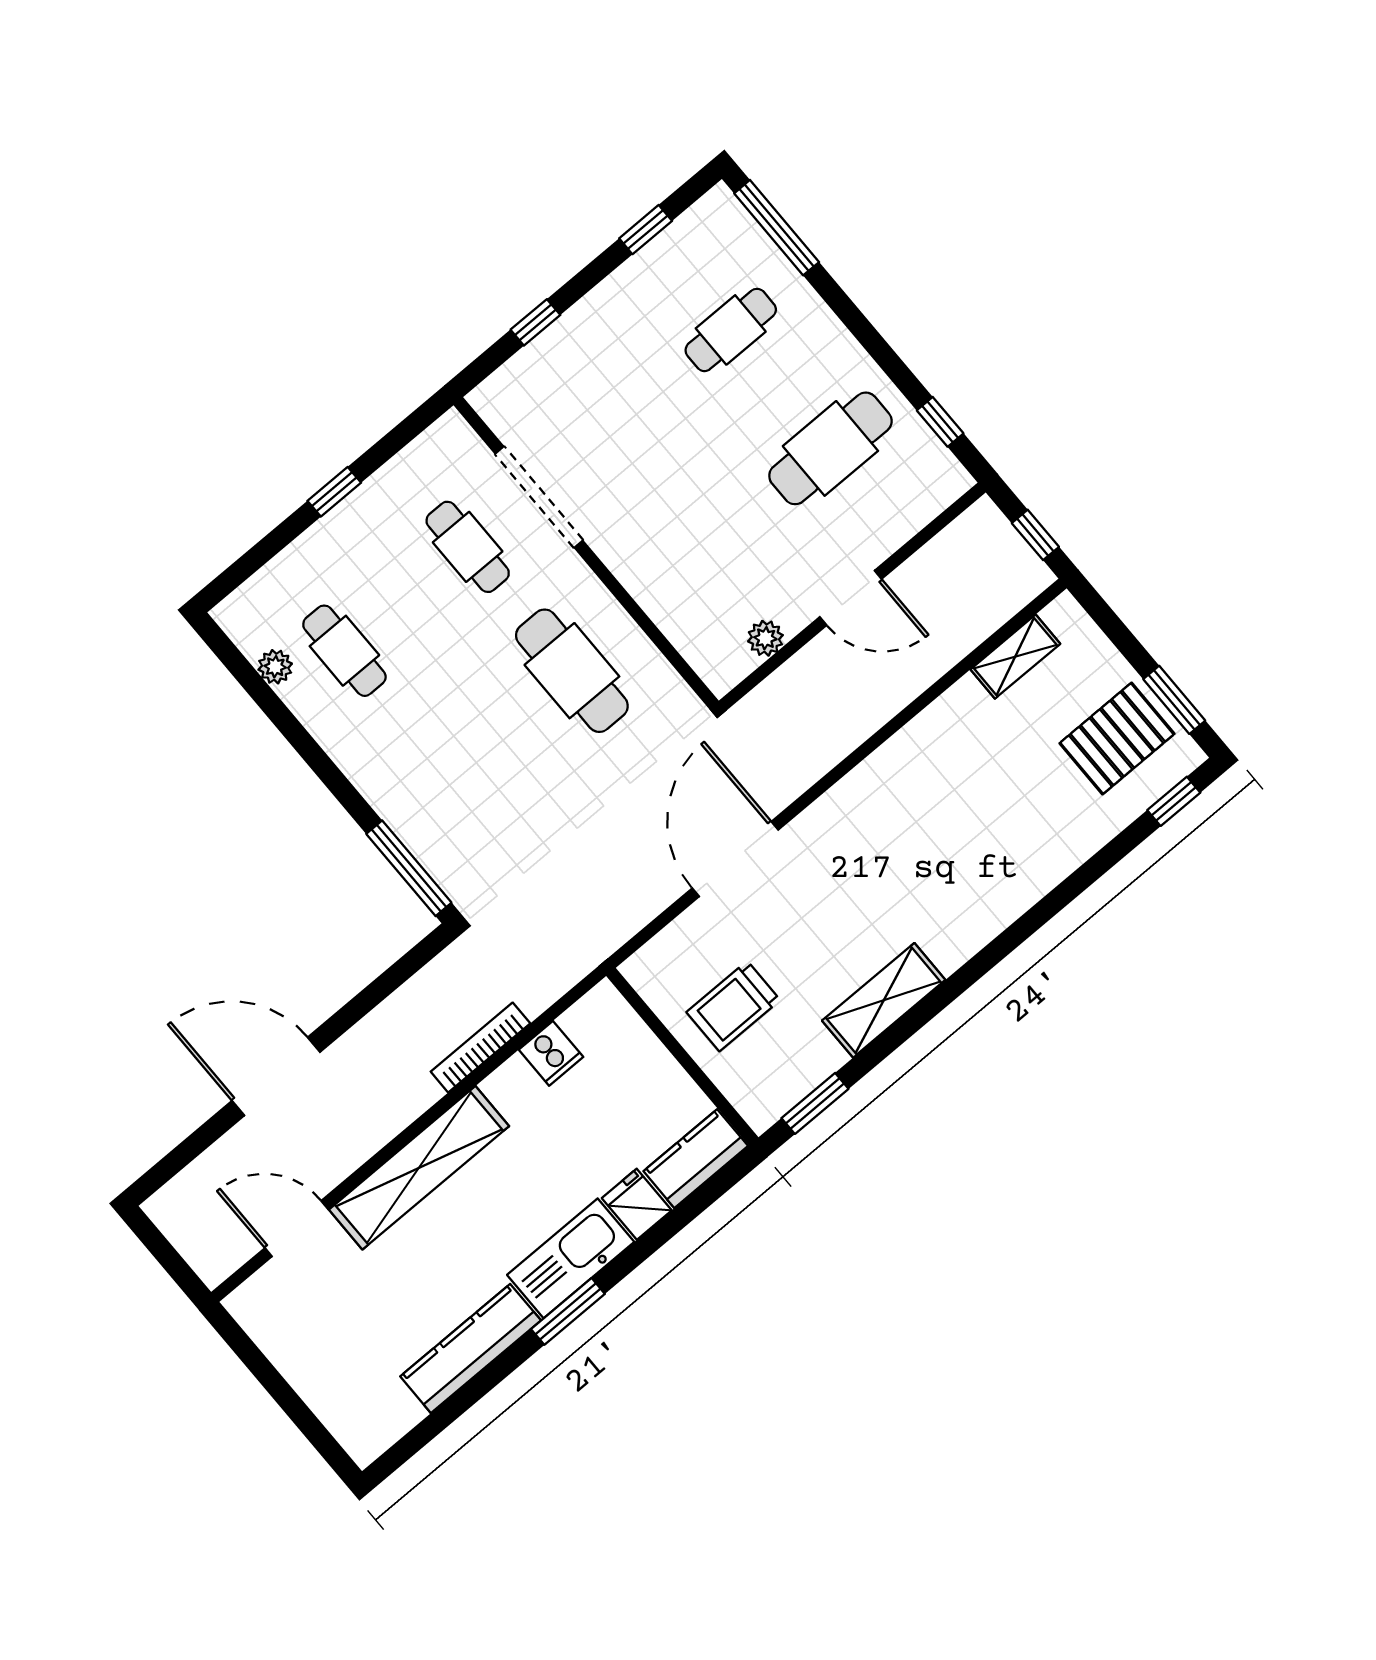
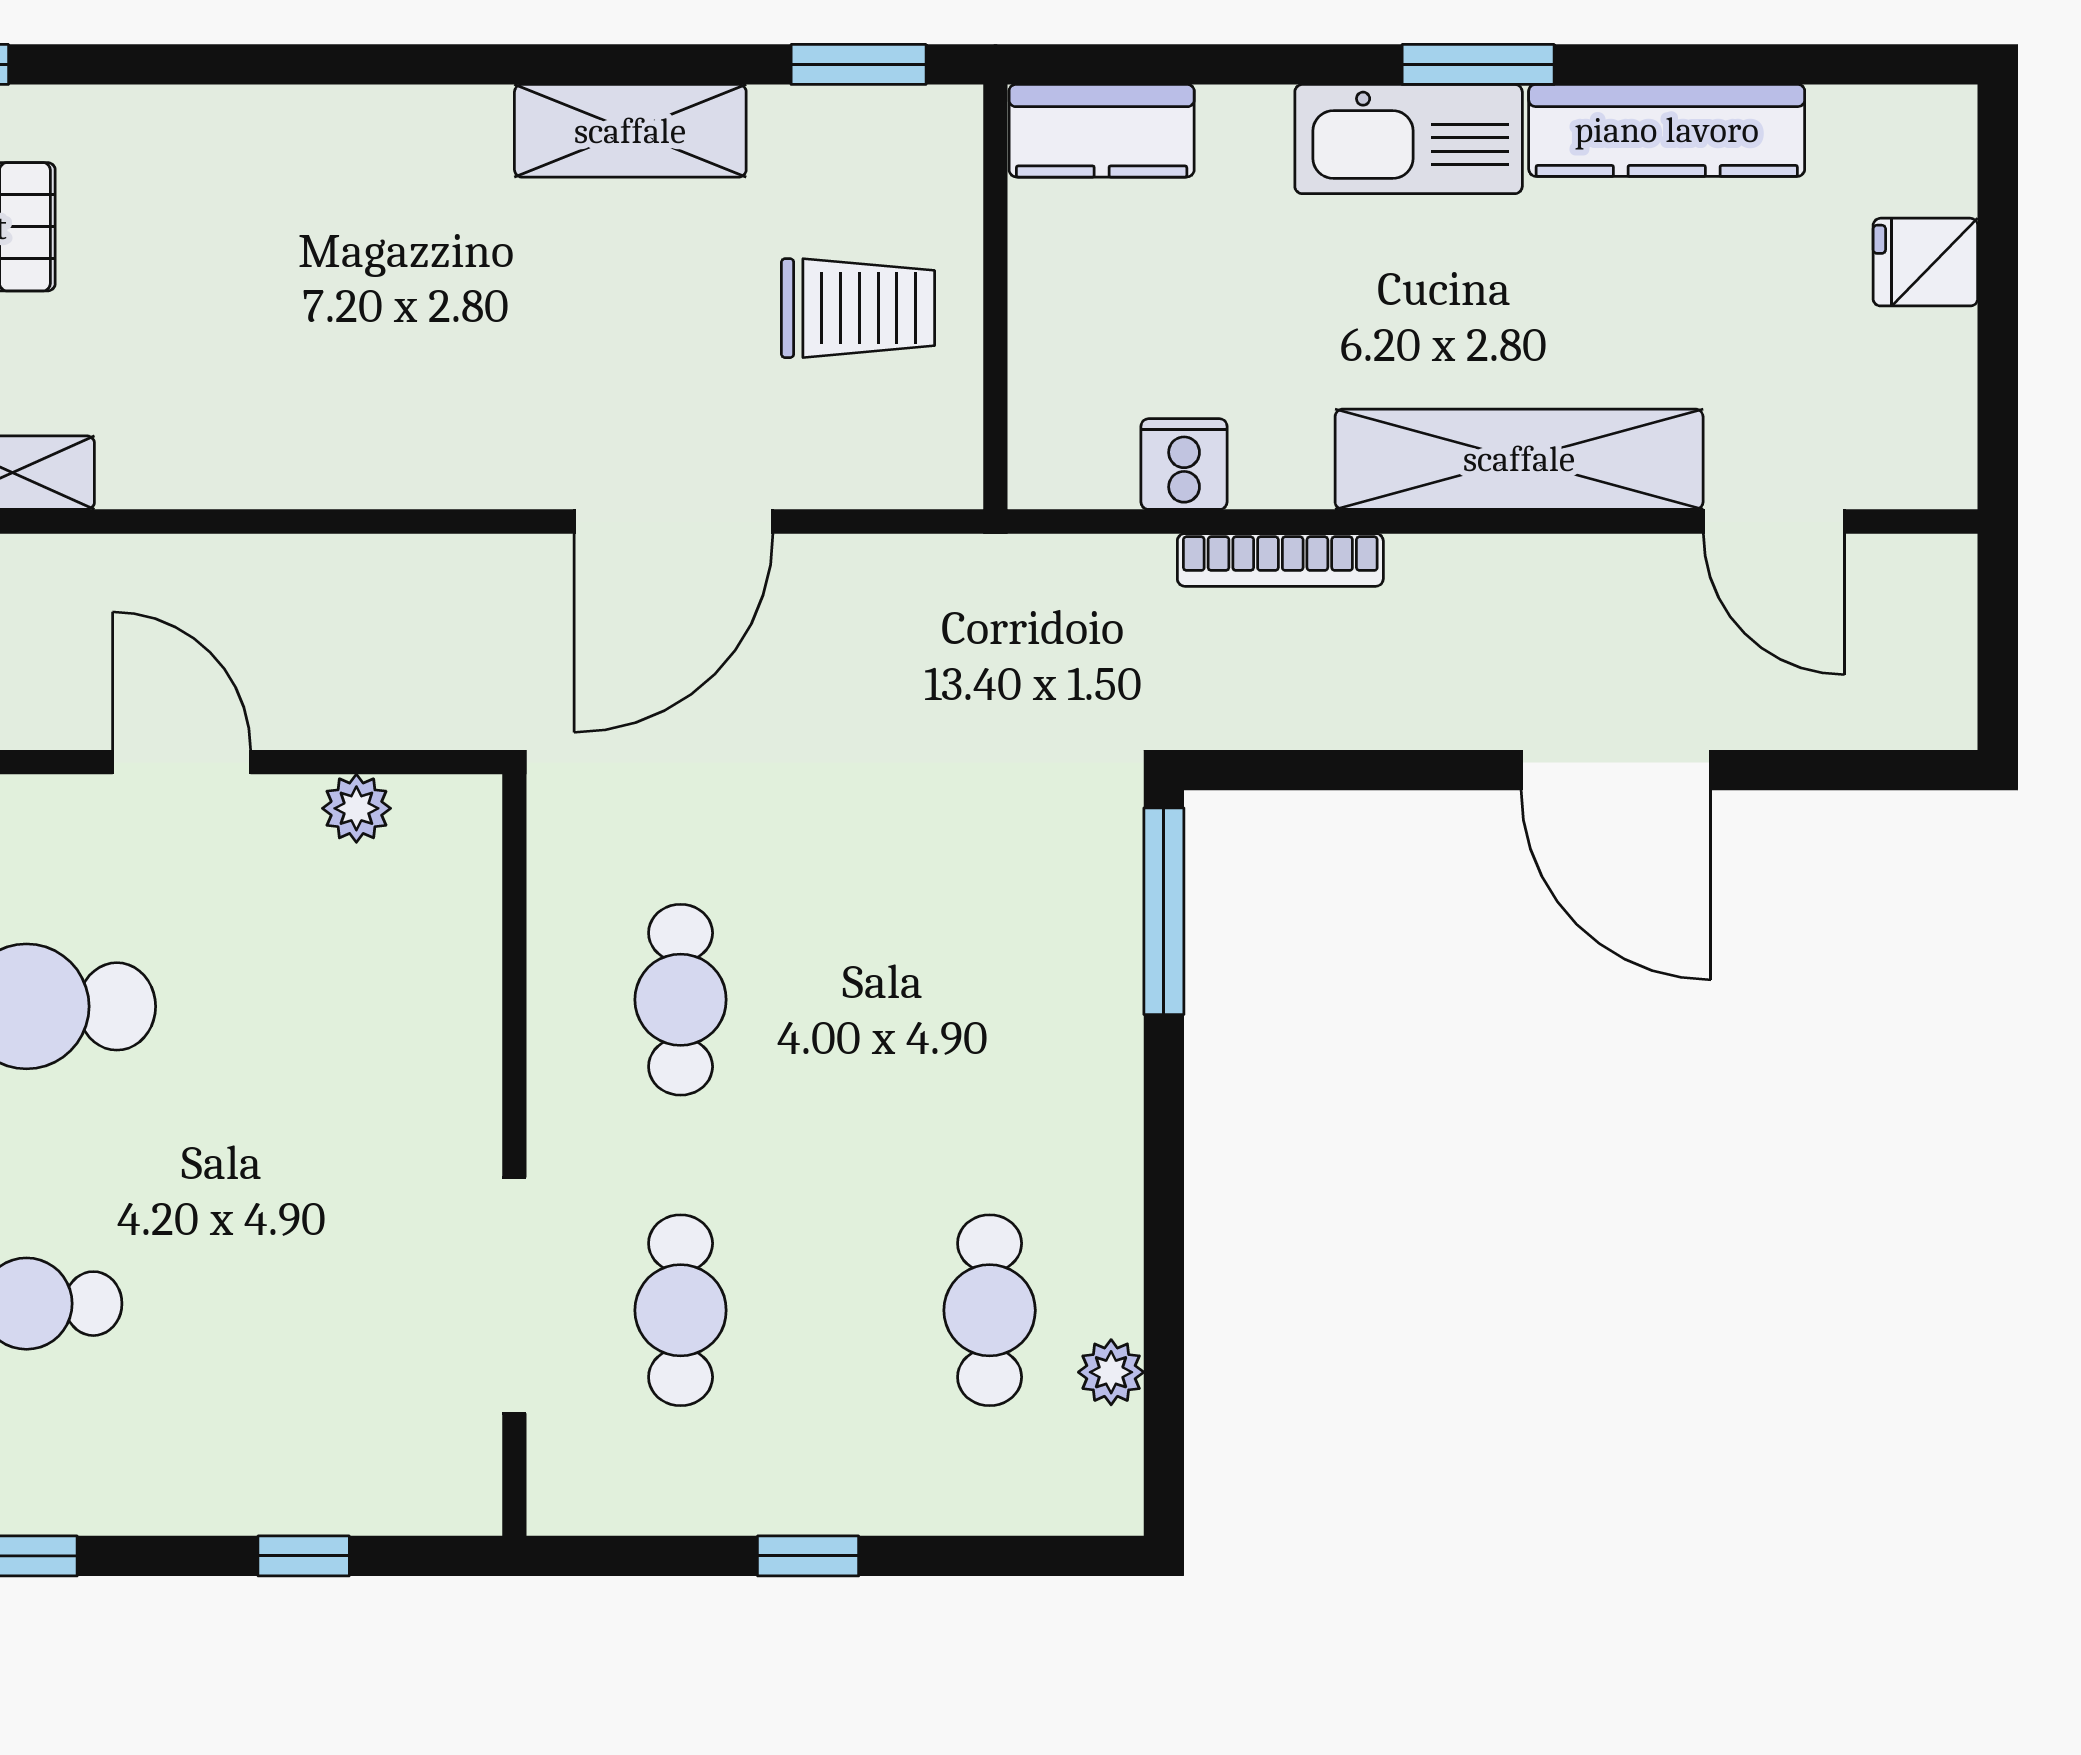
cafe table: (572, 671) -> (681, 1000), width x0.73, depth x0.74
fridge: (637, 1204) -> (1925, 262), moved, turned 90

